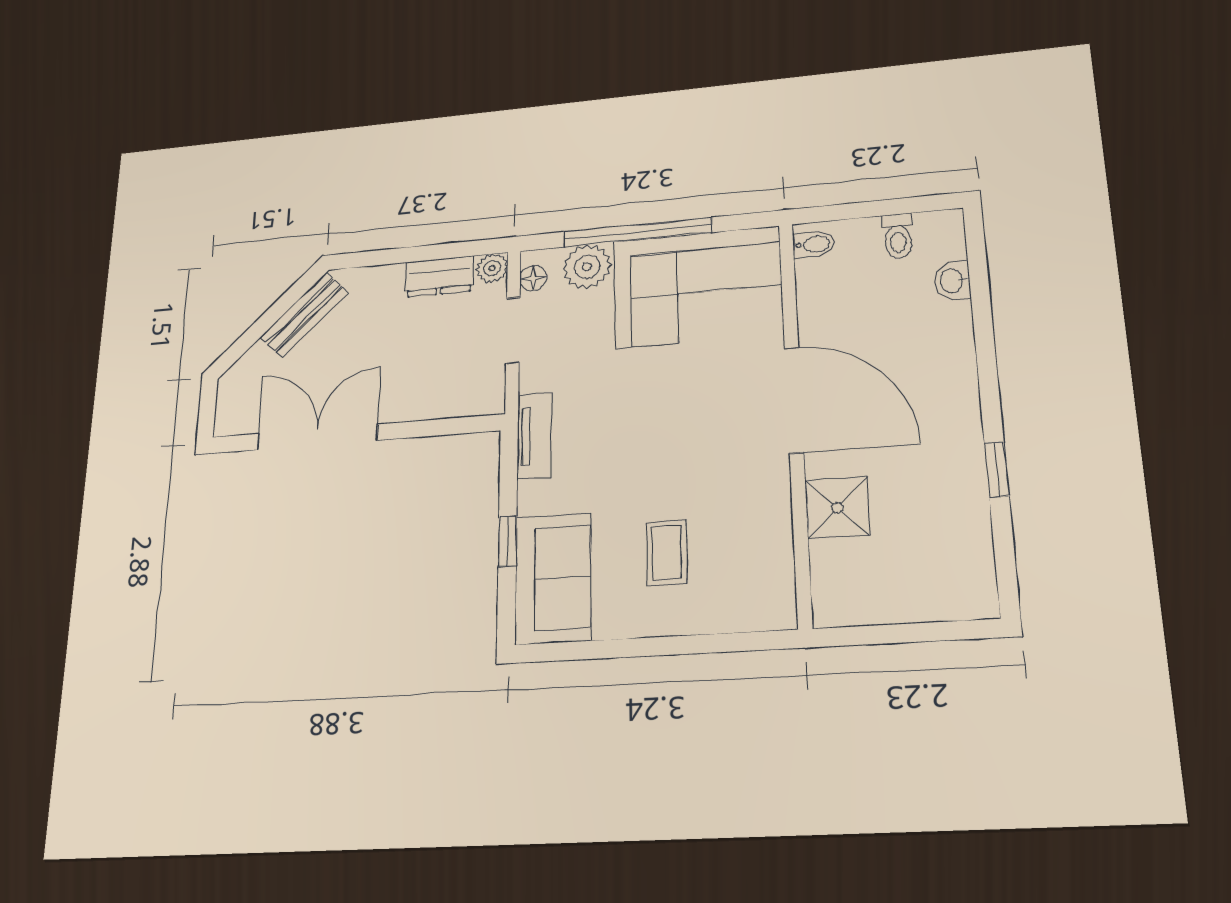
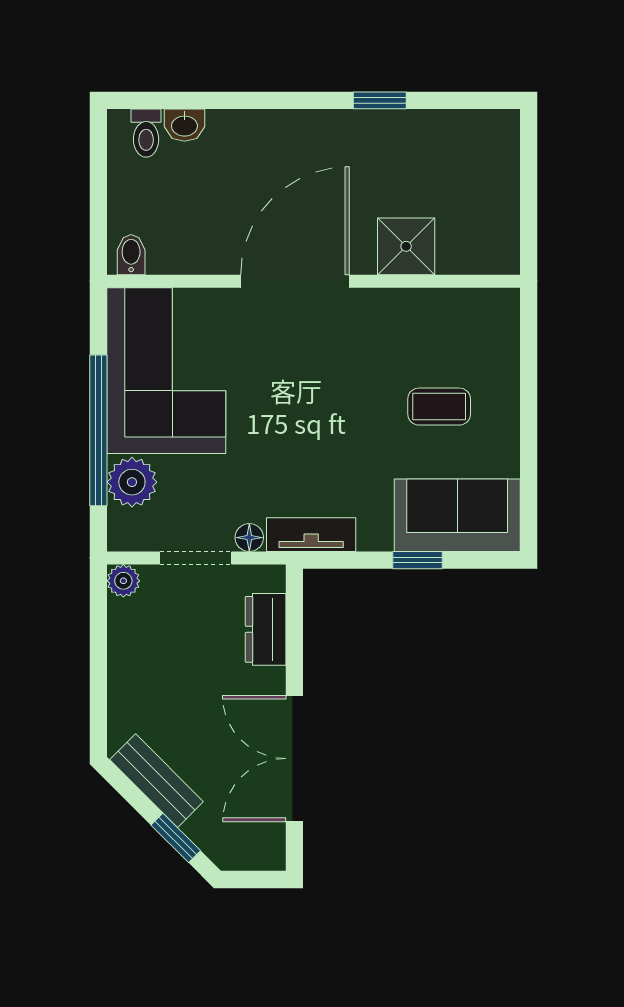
toilet: (898, 236) -> (146, 133), moved, turned 90
dresser: (439, 277) -> (266, 629), moved, turned 180
floor lamp: (533, 278) -> (249, 538), moved
window: (251, 336) -> (176, 838), added

